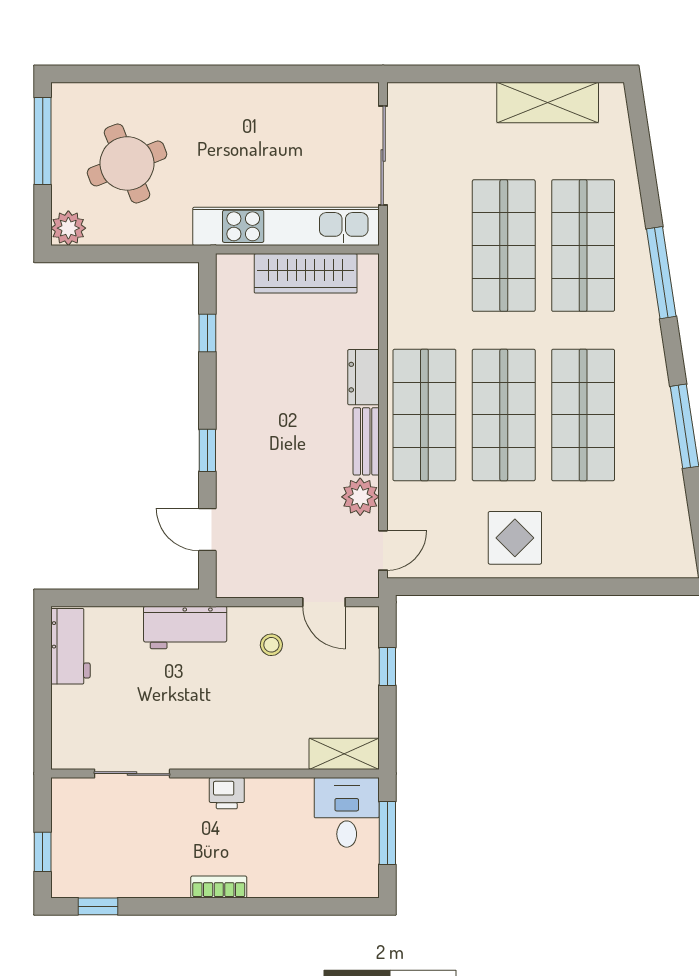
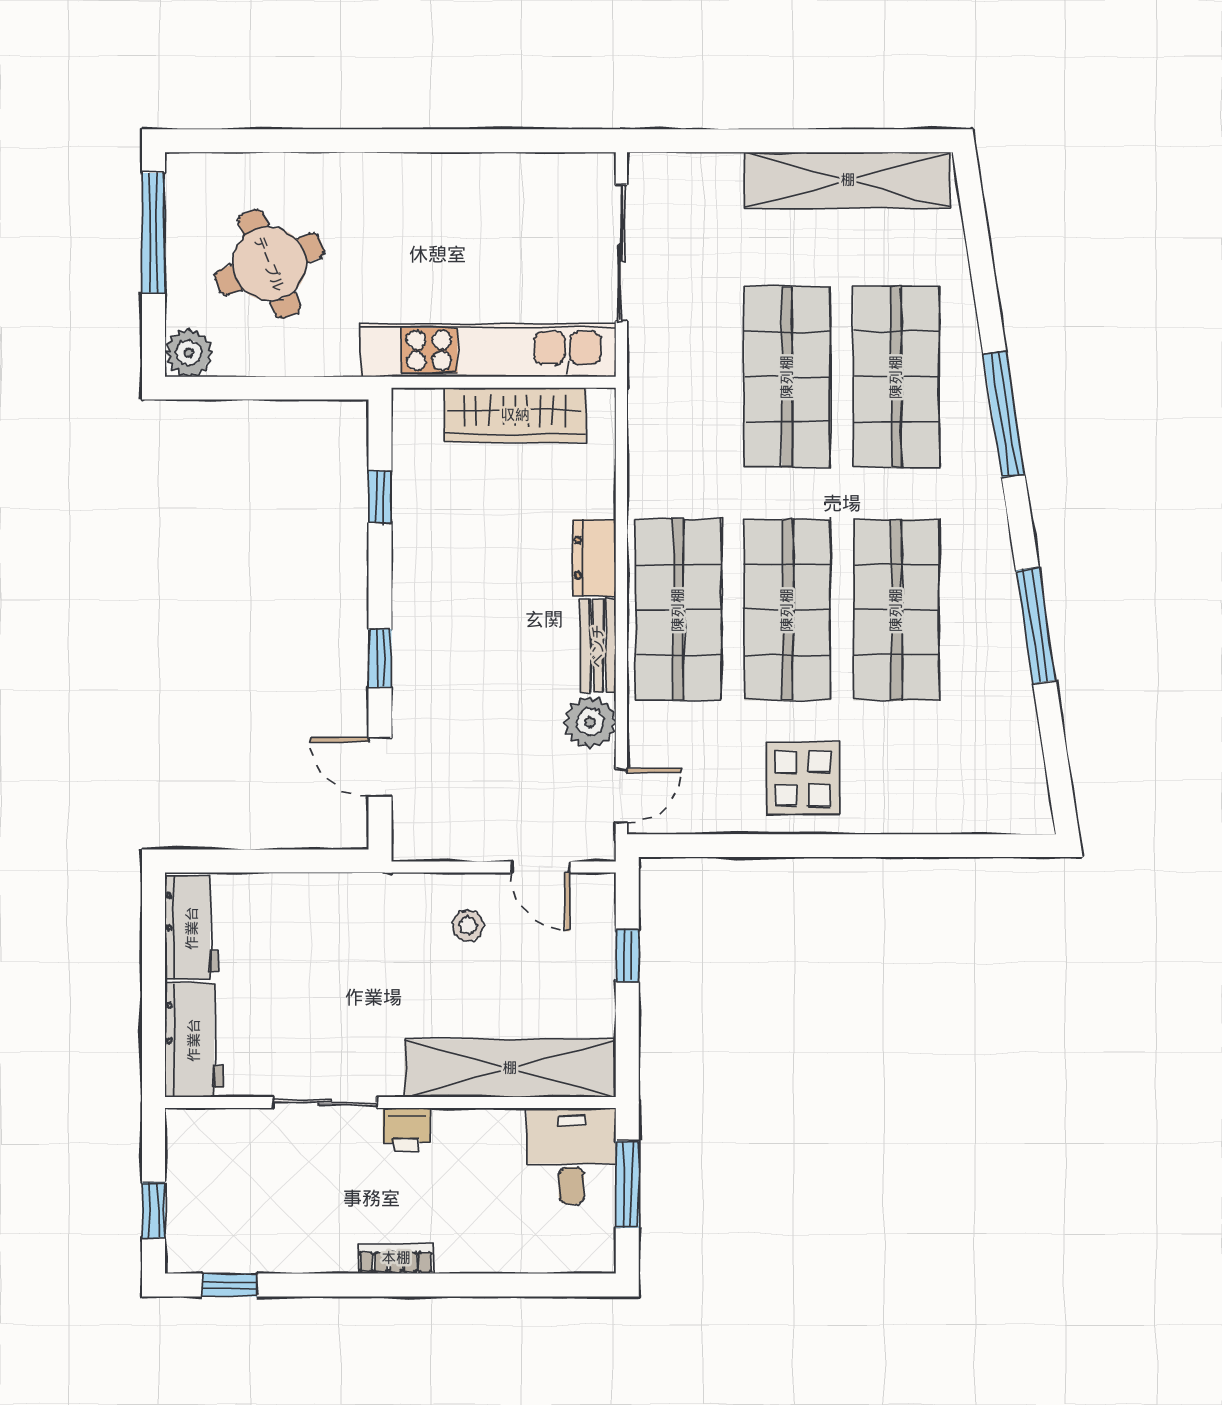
shelving: (548, 102) -> (848, 180), width x1.47
workbench: (185, 627) -> (194, 1040), moved, turned -90
shelving: (344, 754) -> (510, 1068), width x2.20, depth x1.33
sliding door: (132, 774) -> (325, 1103), moved

